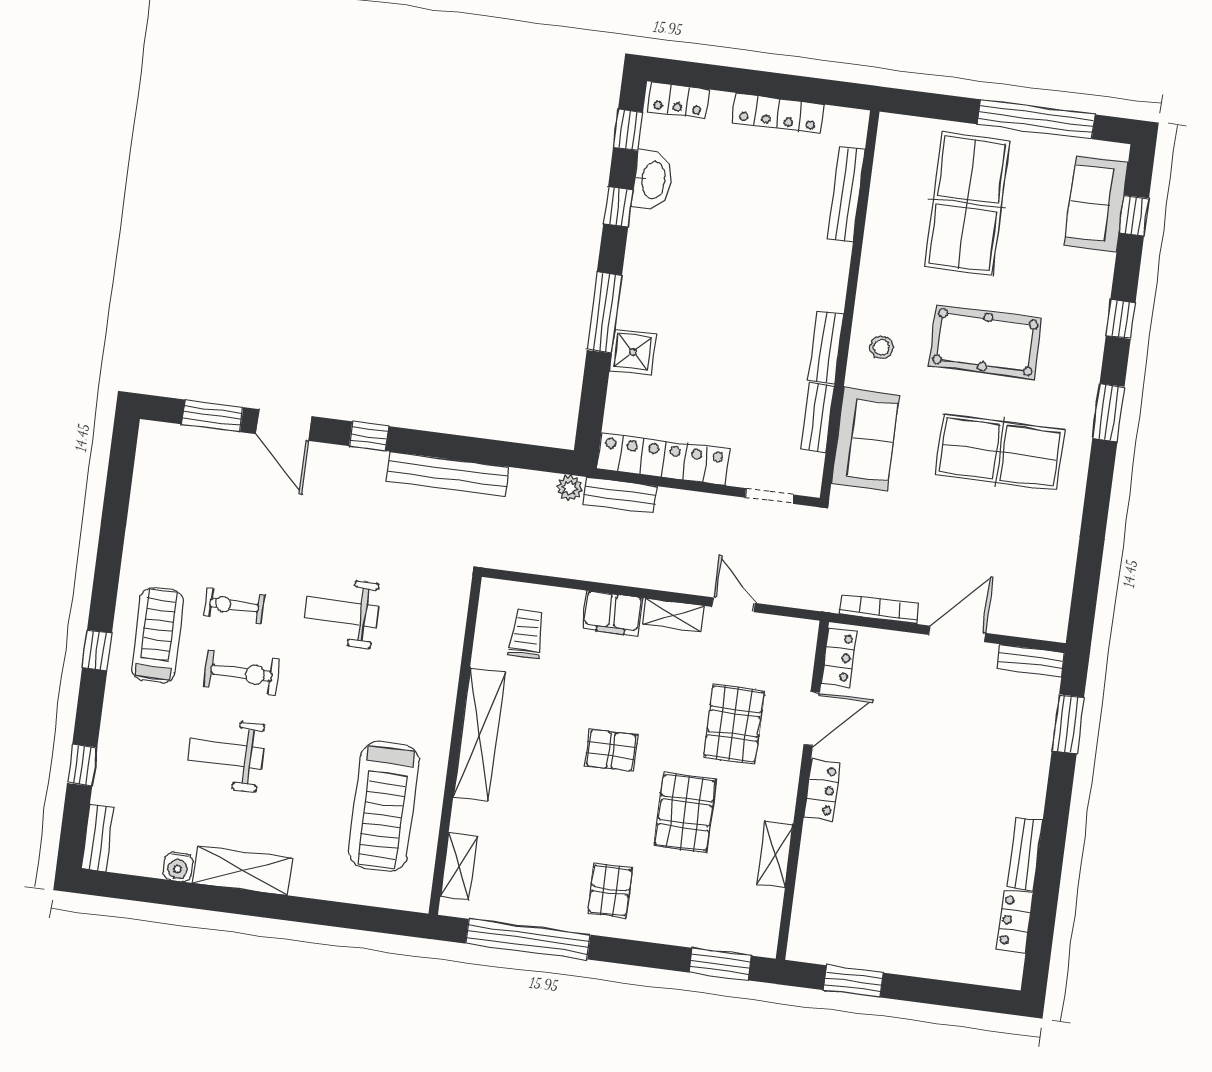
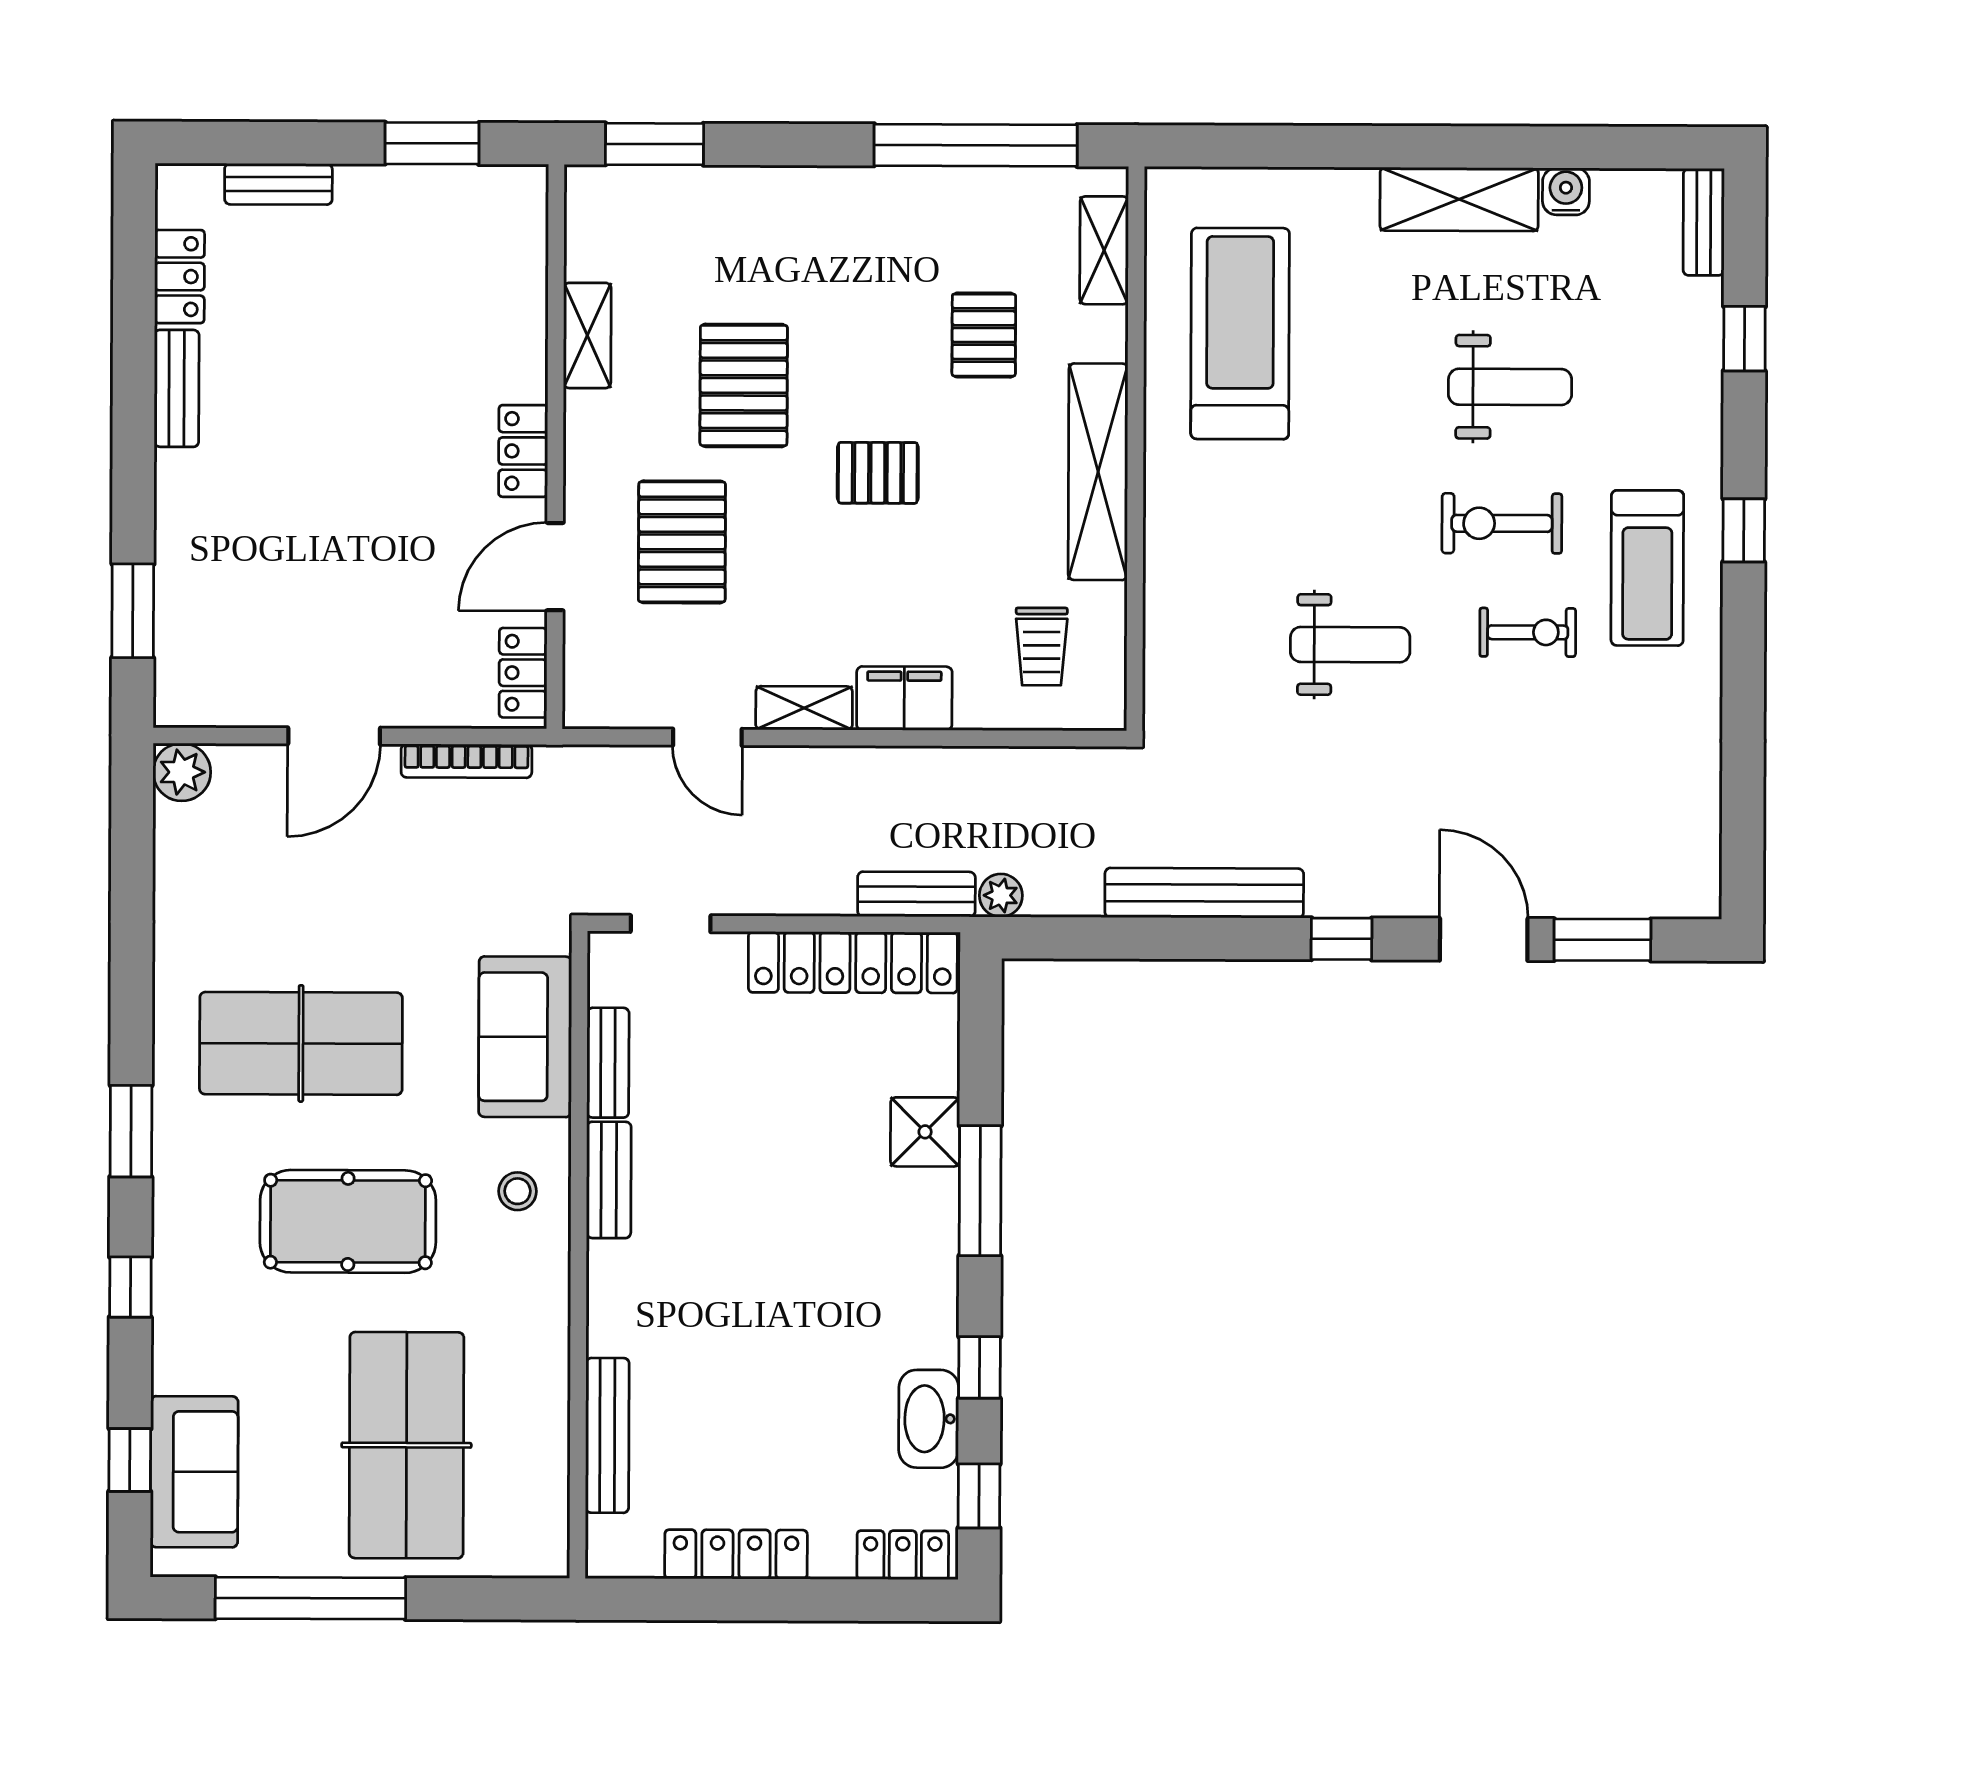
plant: (1051, 624) -> (182, 772), added
bench: (1031, 661) -> (278, 184), moved
pallet: (610, 890) -> (984, 335), moved

